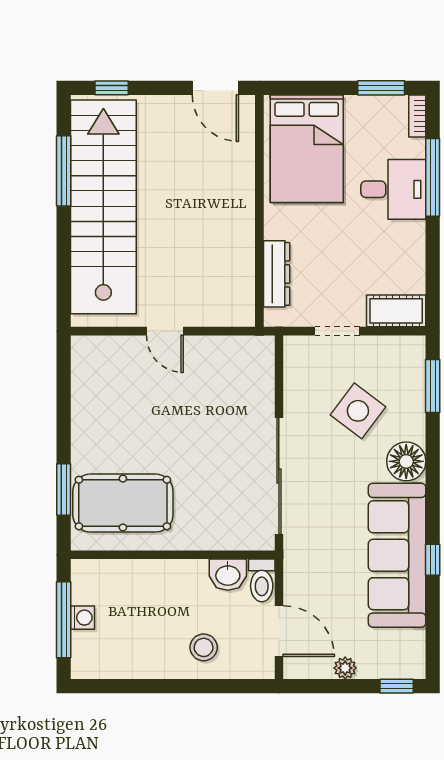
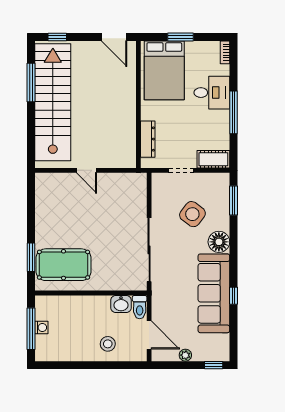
window: (381, 88) -> (181, 37), moved
window: (433, 177) -> (233, 112), moved

